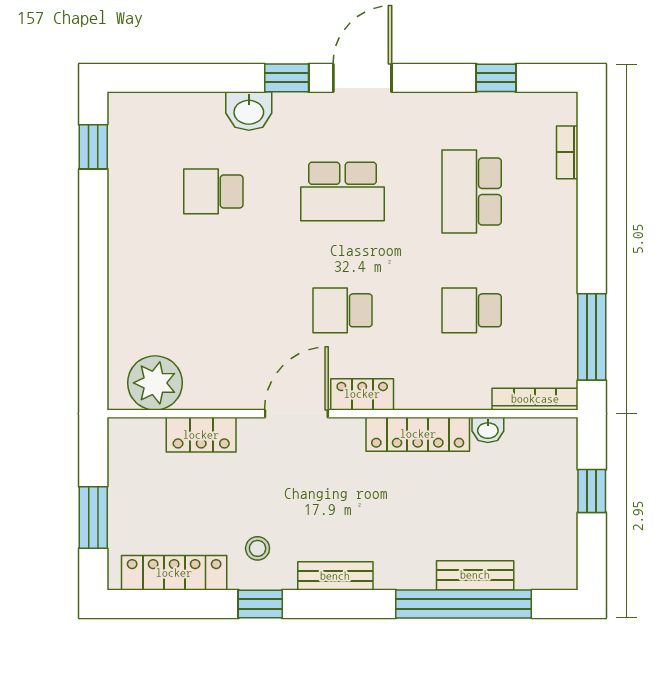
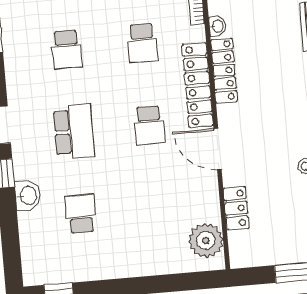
school desk: (213, 191) -> (81, 214), turned 180
school desk: (472, 191) -> (67, 49), width x0.54
locker: (362, 394) -> (198, 85), width x2.16, depth x1.21

